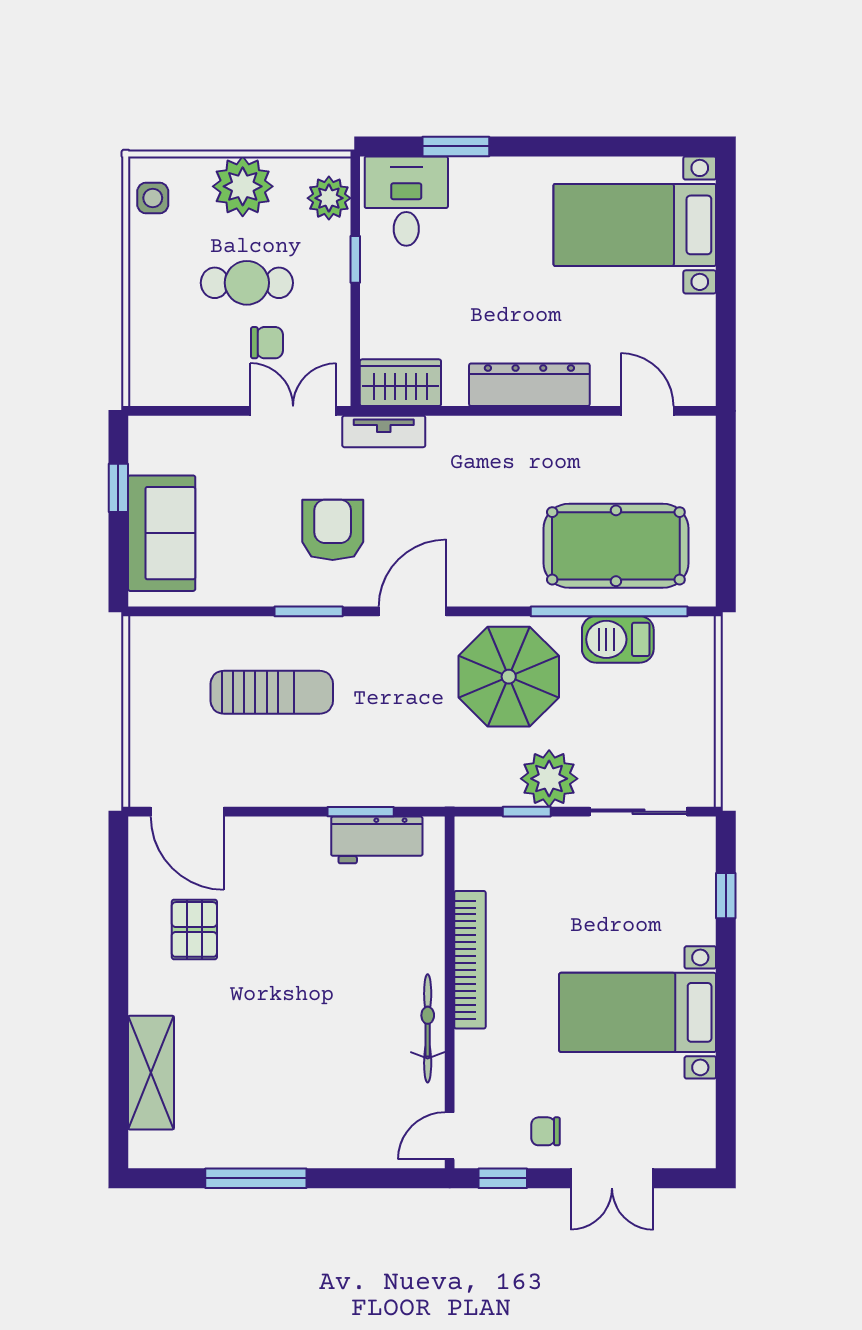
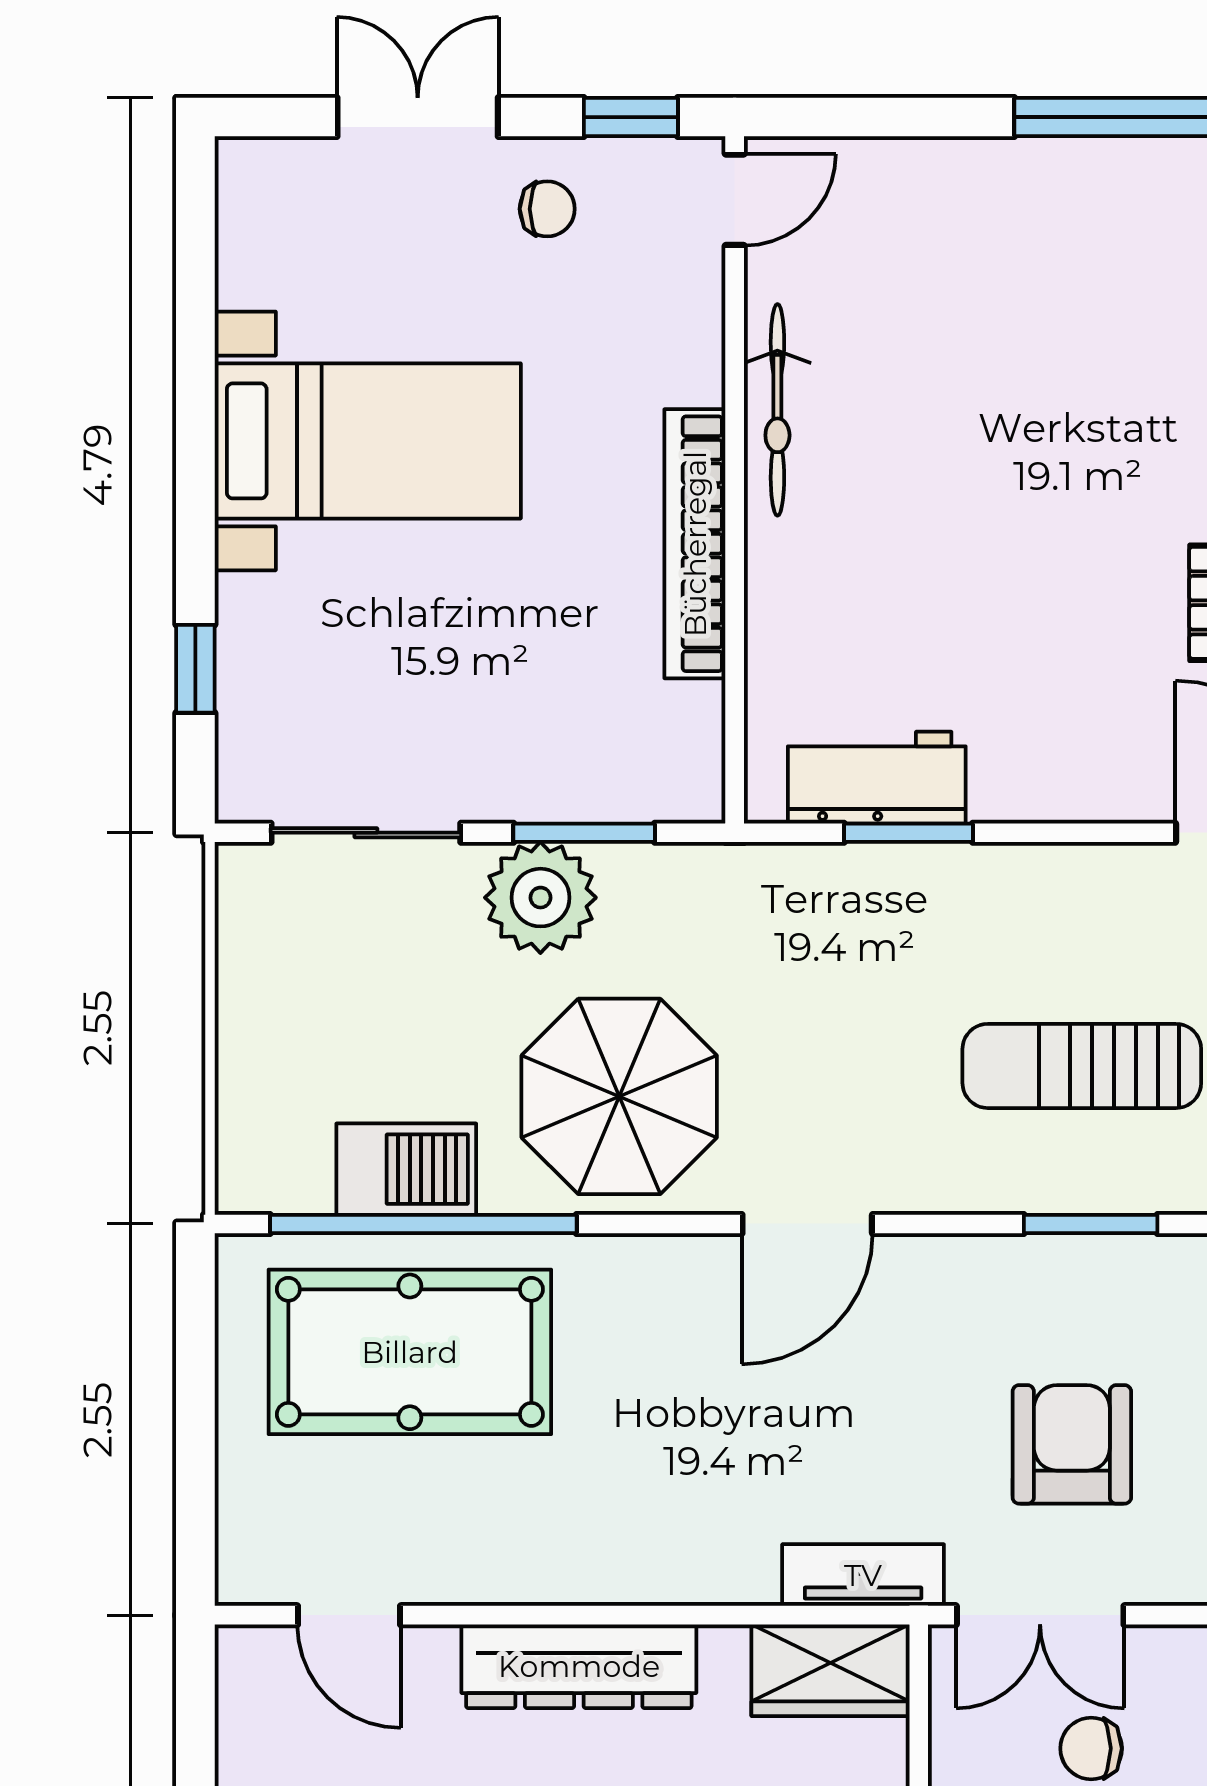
armchair: (333, 530) -> (1072, 1444), moved, turned 180
window: (309, 611) -> (1091, 1224), moved
window: (527, 812) -> (584, 833), width x1.50

